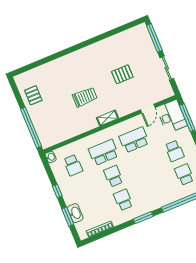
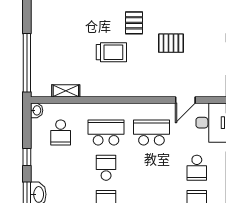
pallet: (33, 95) -> (134, 23), moved
shelving: (108, 118) -> (66, 91), moved

